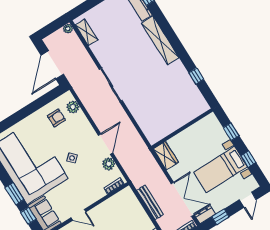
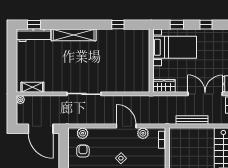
bed with nightstands: (221, 169) -> (175, 47), moved, turned -90

